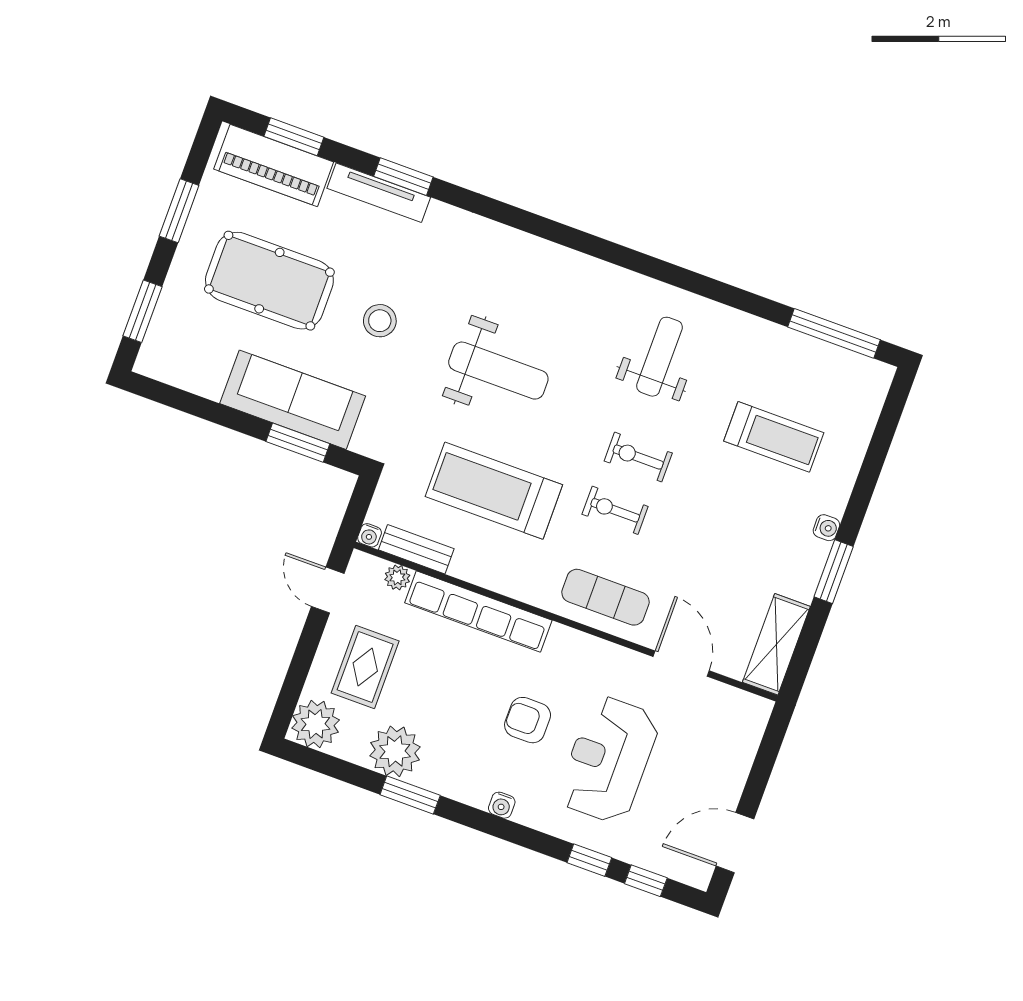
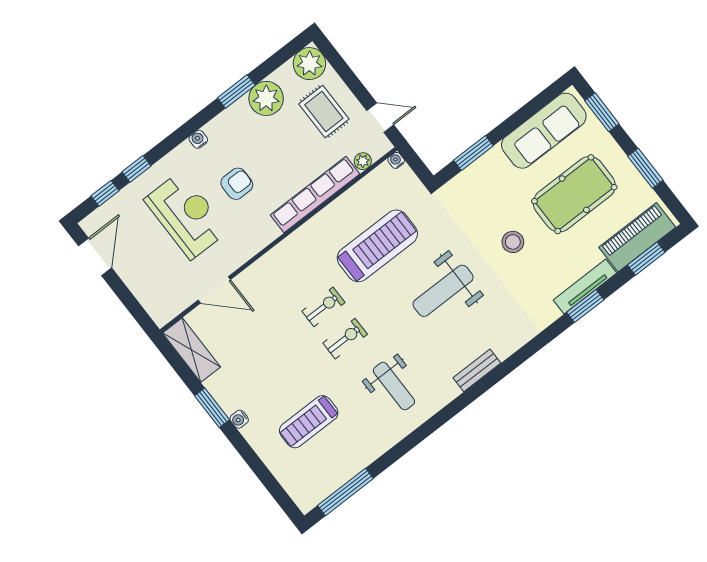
sofa: (293, 400) -> (544, 131), moved
bench: (416, 549) -> (477, 370), moved
exercise mat: (605, 597) -> (278, 271), removed

